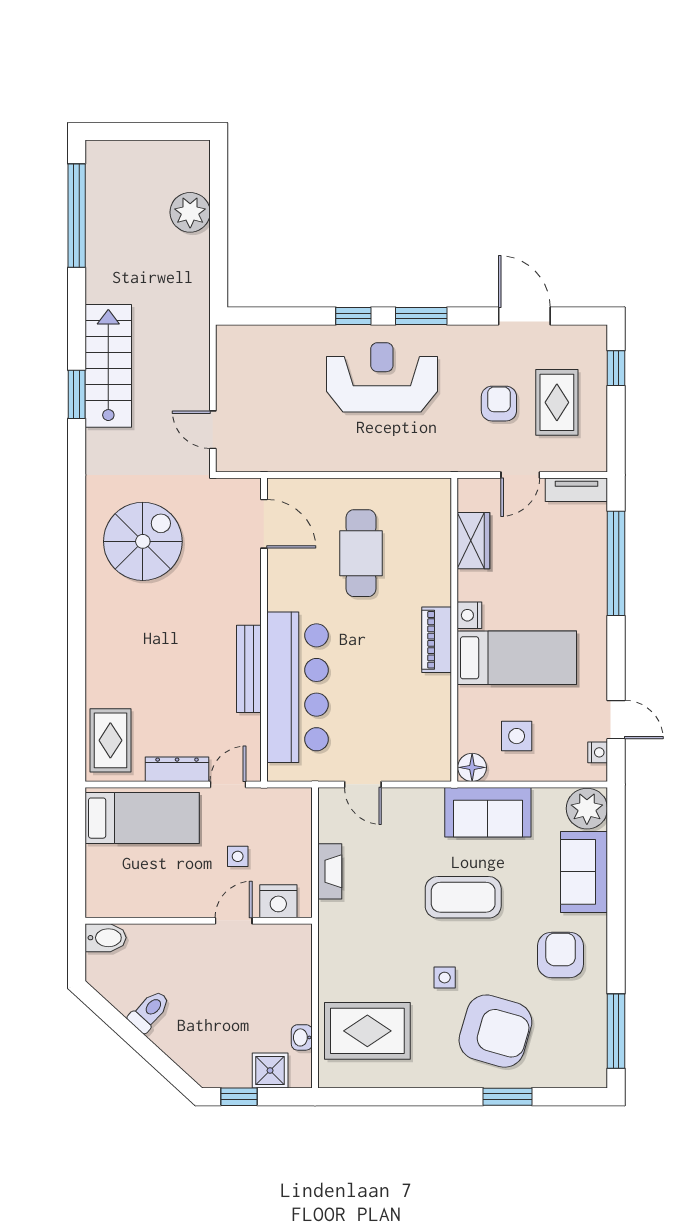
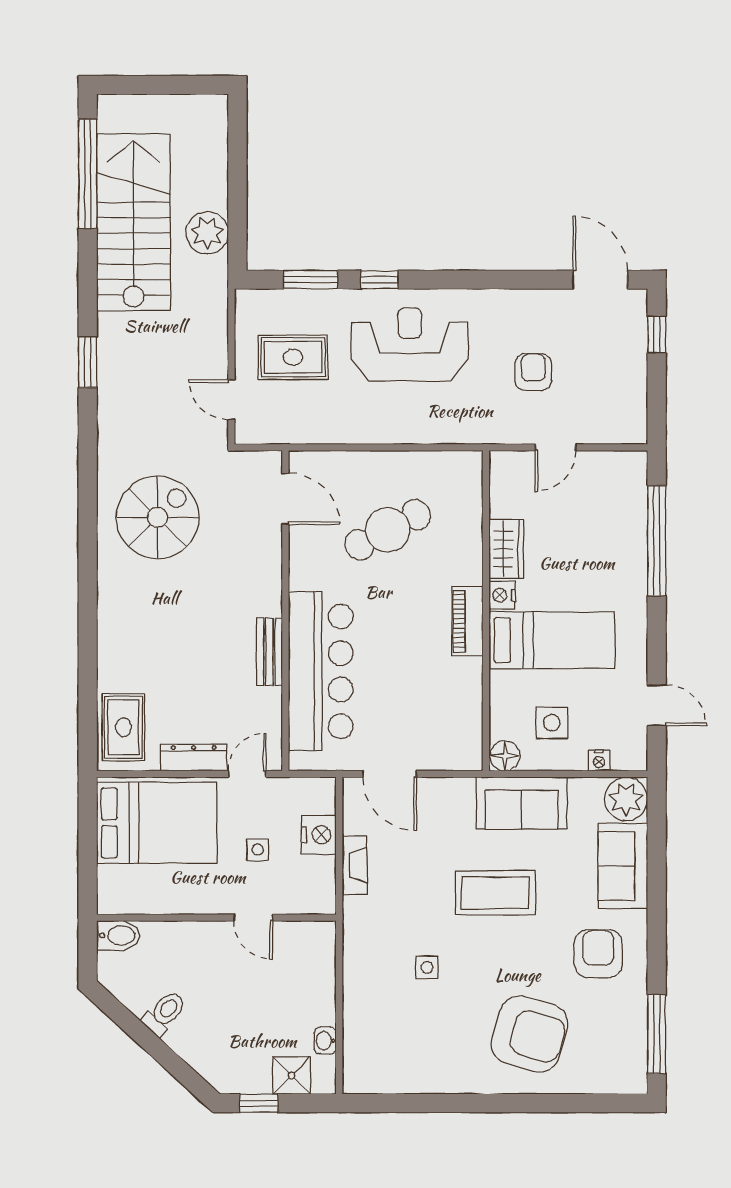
plant: (190, 212) -> (207, 233), moved
window: (421, 316) -> (311, 280), moved
door: (524, 316) -> (600, 280), moved
stairs: (108, 366) -> (133, 222), moved, width x1.36, depth x1.51
rug: (557, 402) -> (293, 357), moved, turned 90
tv unit: (576, 490) -> (615, 463), removed
wardrobe: (473, 541) -> (506, 549), moved
cafe table: (361, 553) -> (388, 530), turned 62
bench: (249, 669) -> (269, 652), width x0.73
nightstand: (598, 752) -> (599, 760), moved, turned 90
door: (363, 784) -> (390, 774), width x1.38
bed: (142, 818) -> (157, 823), width x1.50
nightstand: (278, 901) -> (319, 835), moved, turned -90
door: (234, 921) -> (253, 918), swing flipped
side table: (445, 978) -> (427, 968), moved
rug: (367, 1031) -> (394, 1034), removed
window: (507, 1097) -> (542, 1103), removed

